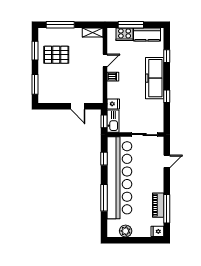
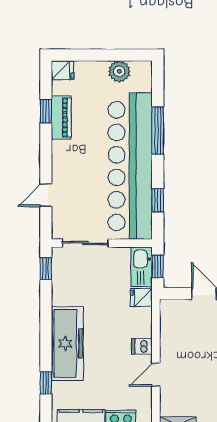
window: (167, 96) -> (46, 269), moved
window: (167, 209) -> (46, 111), width x0.46

